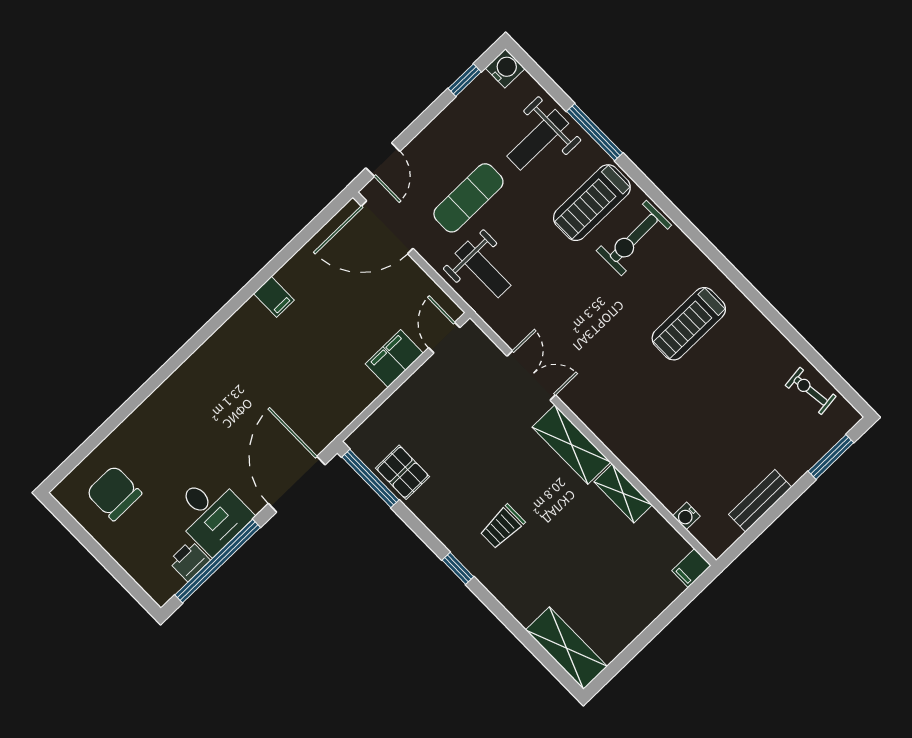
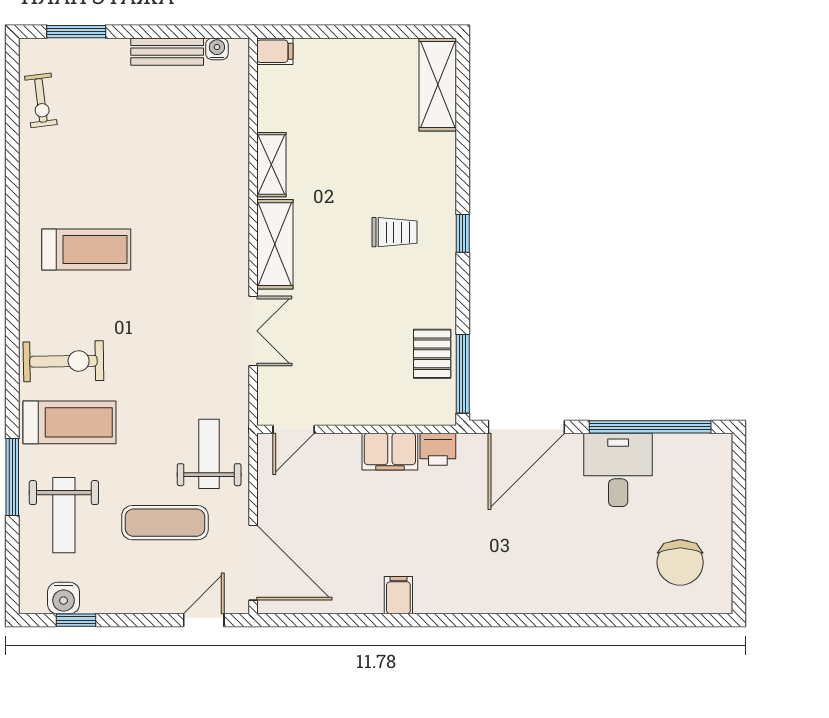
water cooler: (505, 68) -> (64, 598), moved, turned -90
weight bench: (538, 140) -> (64, 515), turned 90
filing cabinet: (394, 359) -> (390, 452), moved
double door: (531, 375) -> (253, 331), swing flipped
water cooler: (686, 516) -> (217, 49), moved, turned -90
printer: (189, 561) -> (438, 449), moved

